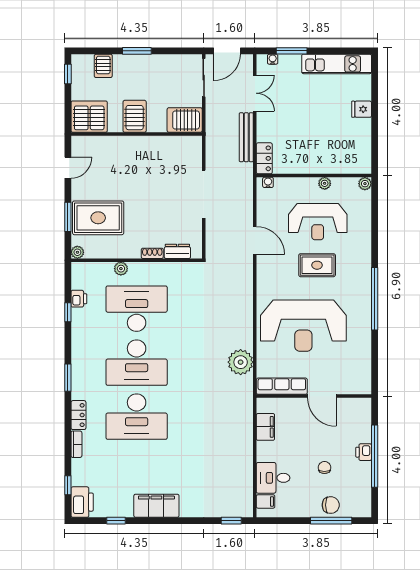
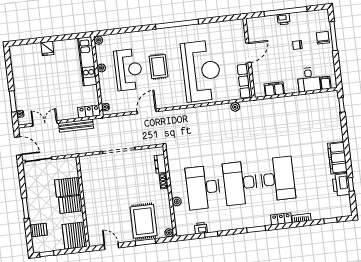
kitchen unit: (337, 64) -> (87, 61), moved, turned 180
server rack: (185, 120) -> (68, 187), moved, turned 90
plant: (241, 362) -> (235, 107), width x0.53, depth x0.53
desk: (137, 363) -> (240, 183), turned 180
printer: (82, 502) -> (341, 185), moved, turned -90

